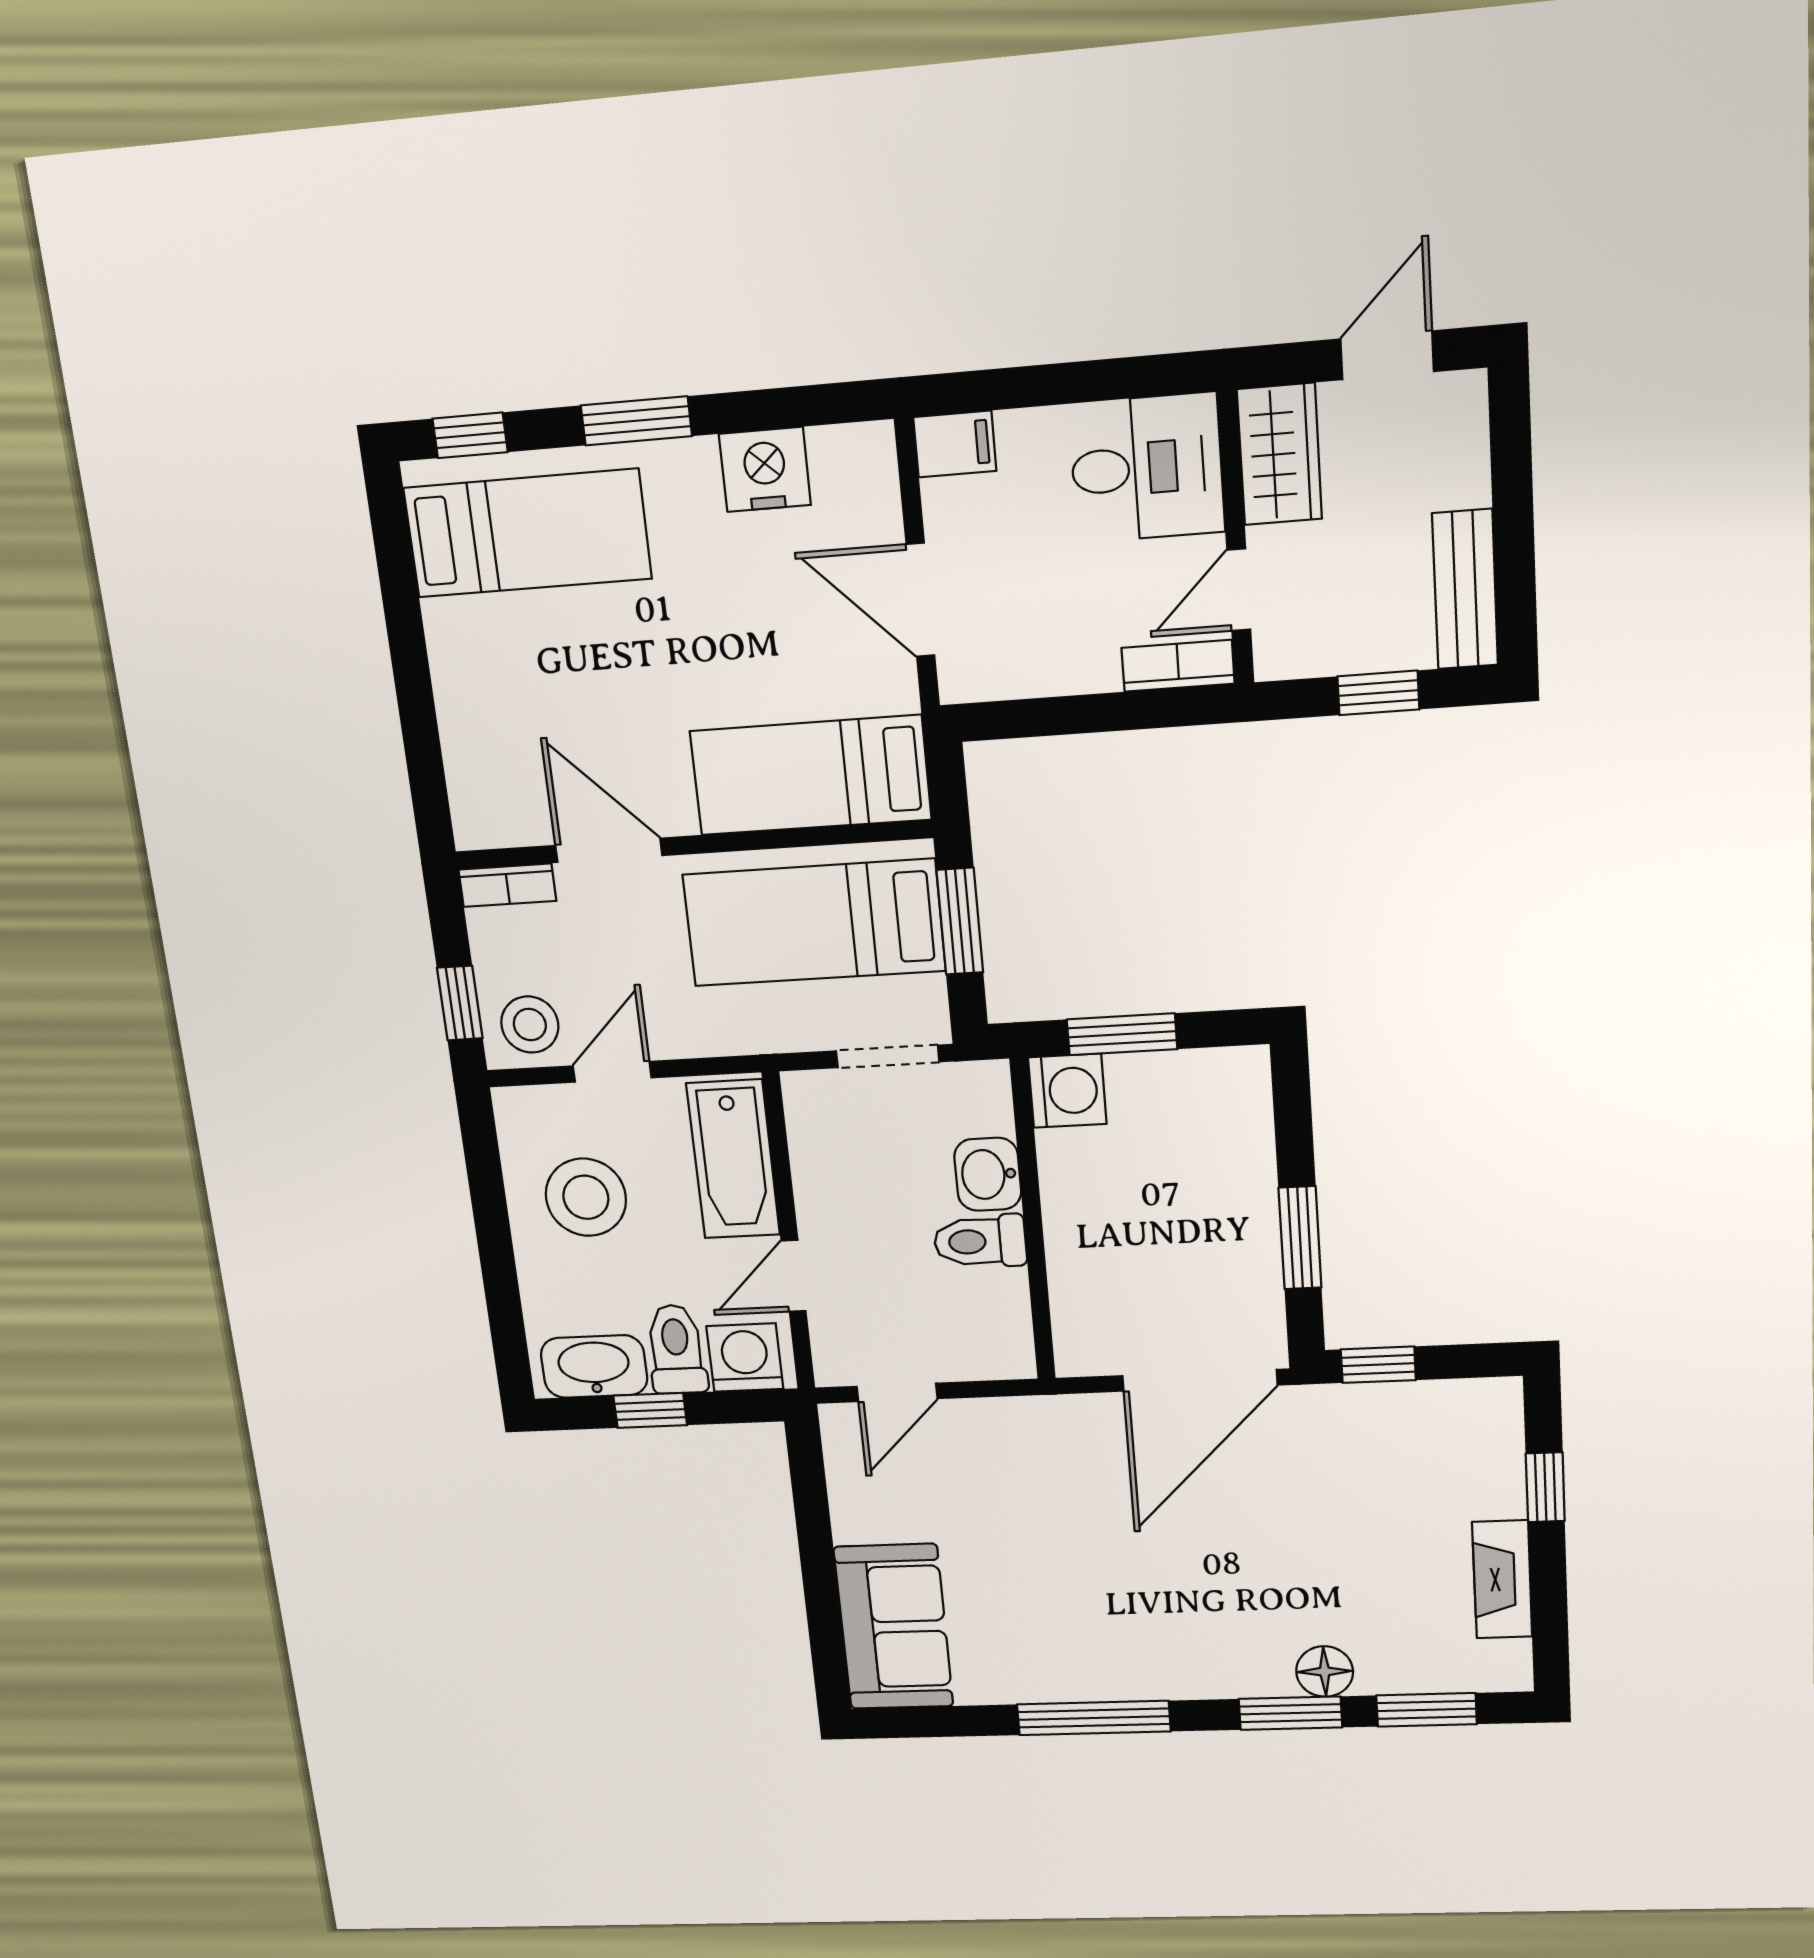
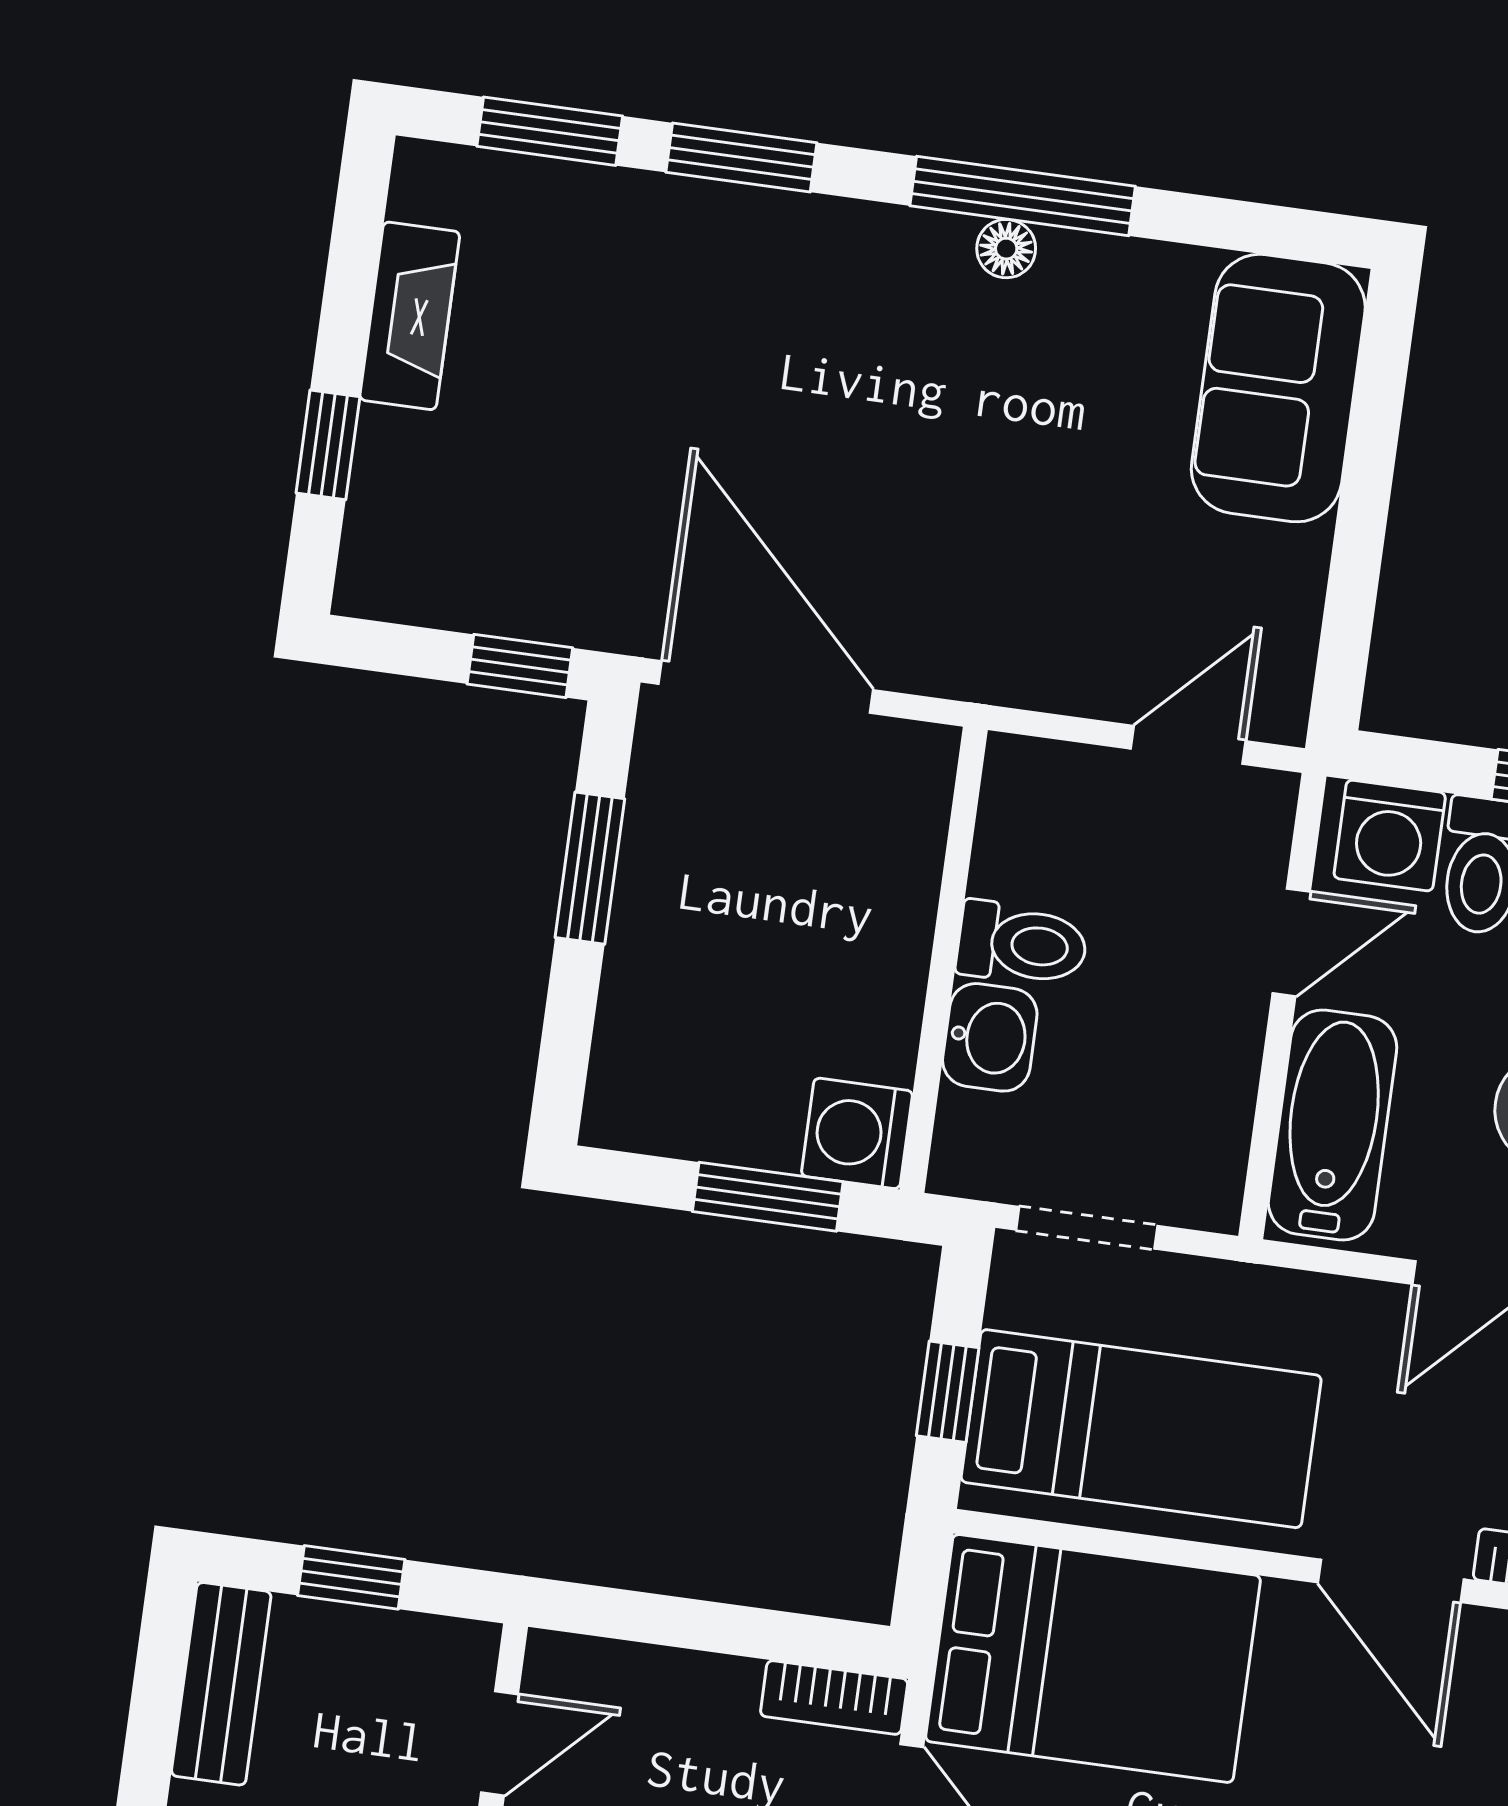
bookcase: (1178, 666) -> (834, 1697), moved
bed: (811, 775) -> (1093, 1658), width x1.50
window: (960, 921) -> (948, 1392), width x0.67
door: (1200, 1380) -> (766, 687), hinge flipped
floor lamp: (1325, 1672) -> (1006, 249), moved, width x0.73, depth x0.73

